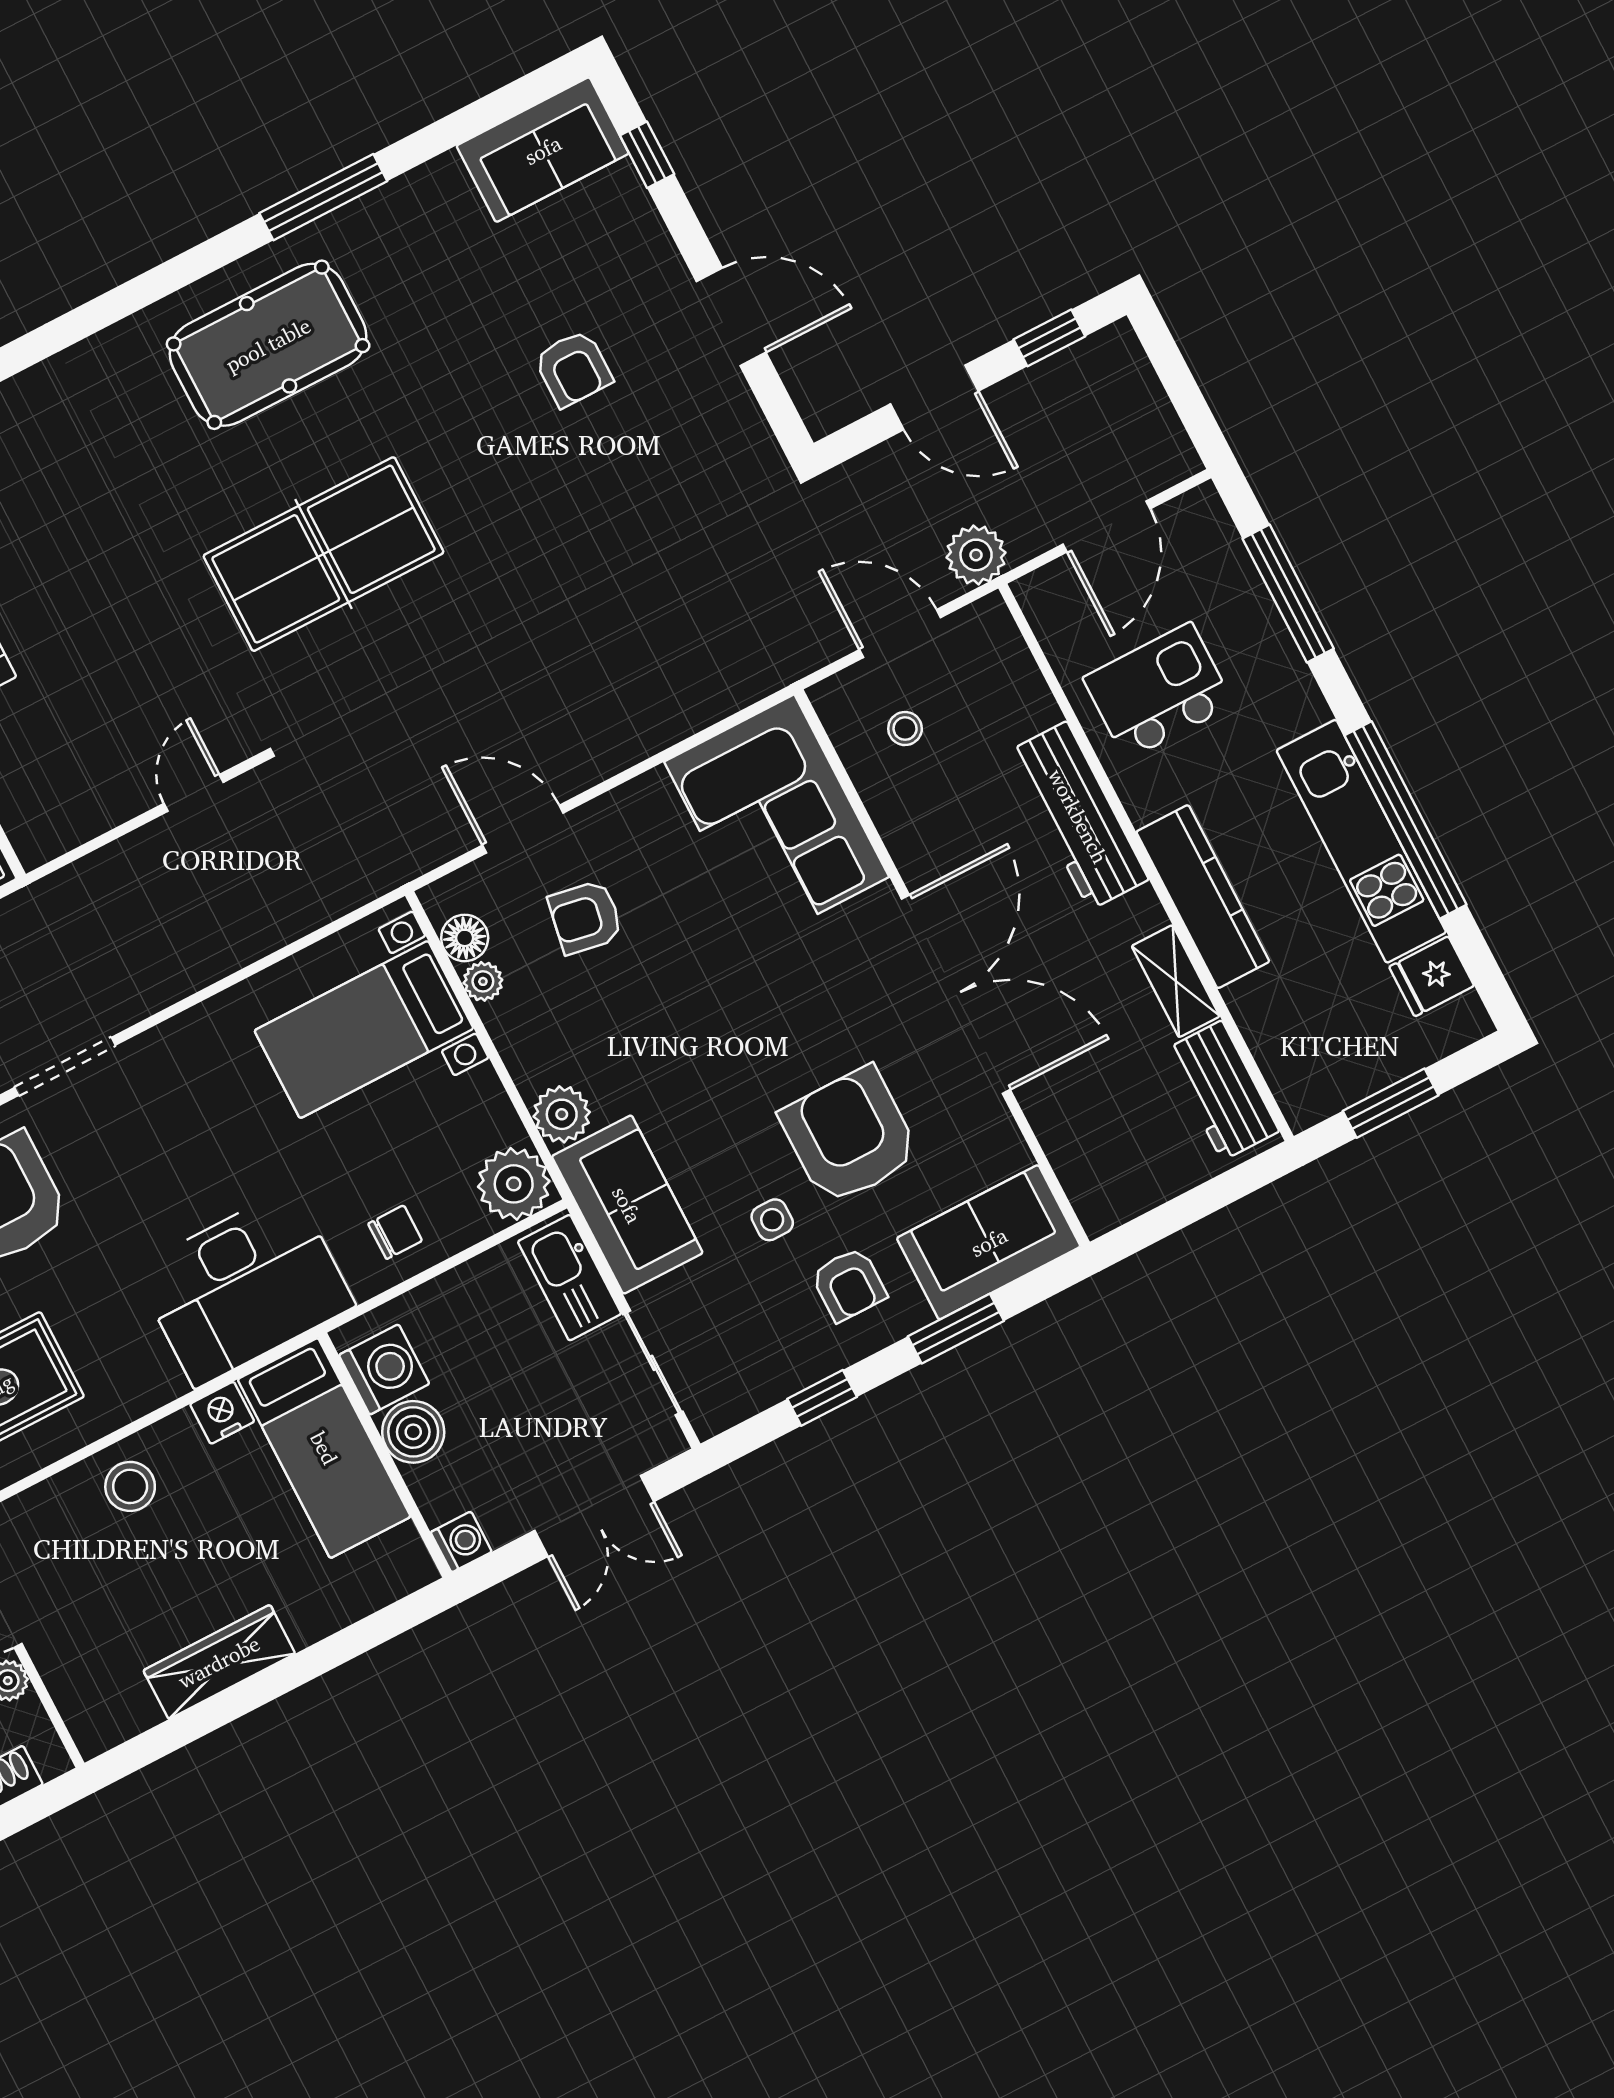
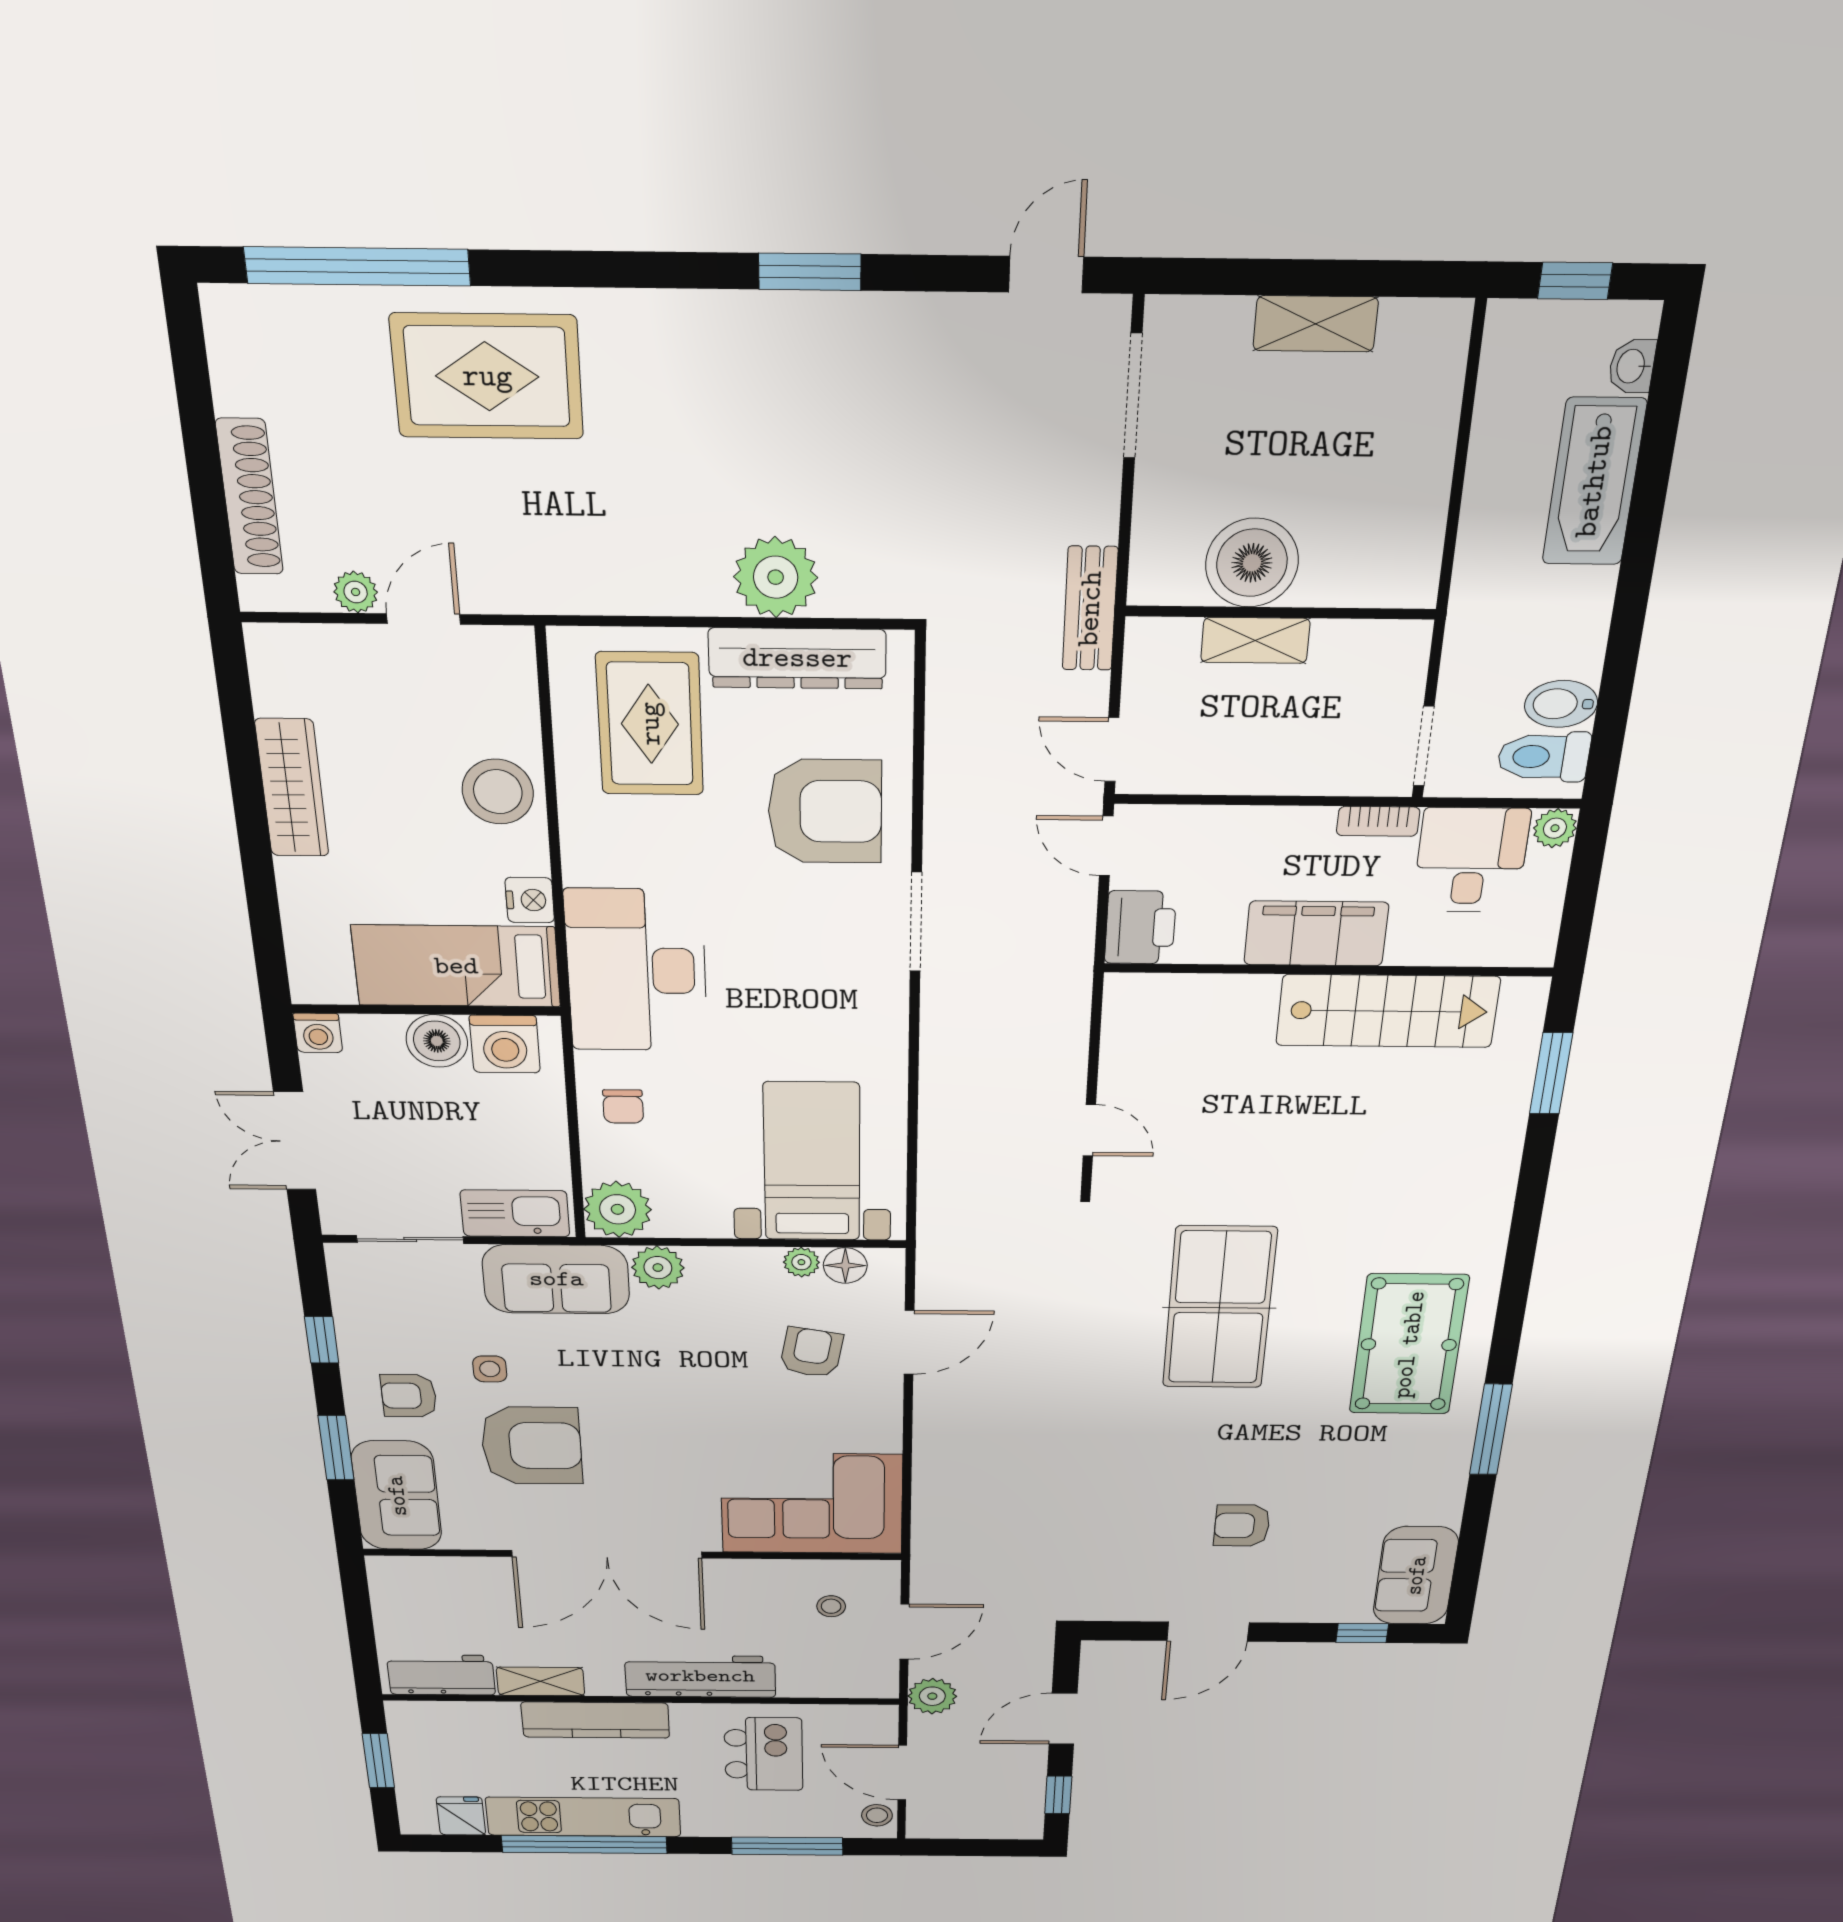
stool: (1187, 519) -> (877, 1815), added
stool: (130, 1486) -> (498, 792), width x1.38, depth x1.38

